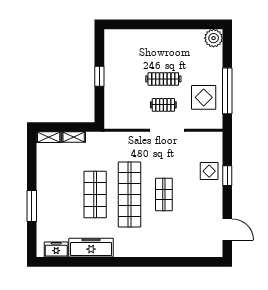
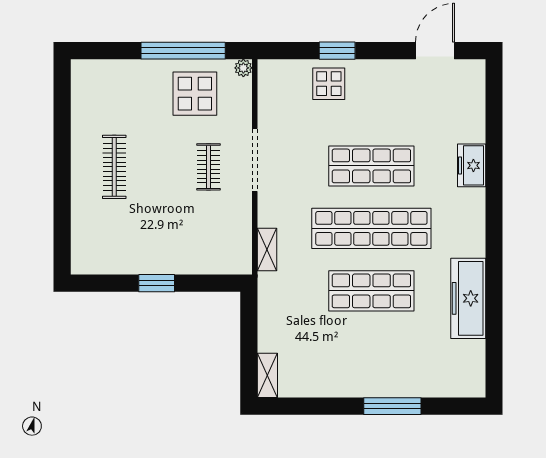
plant: (214, 38) -> (243, 68), moved, width x0.53, depth x0.53
clothes rail: (163, 79) -> (114, 167), moved
shelving: (74, 137) -> (267, 249), moved
shop shelf: (164, 194) -> (371, 166), width x1.43, depth x1.36
freezer: (56, 250) -> (472, 165), moved

